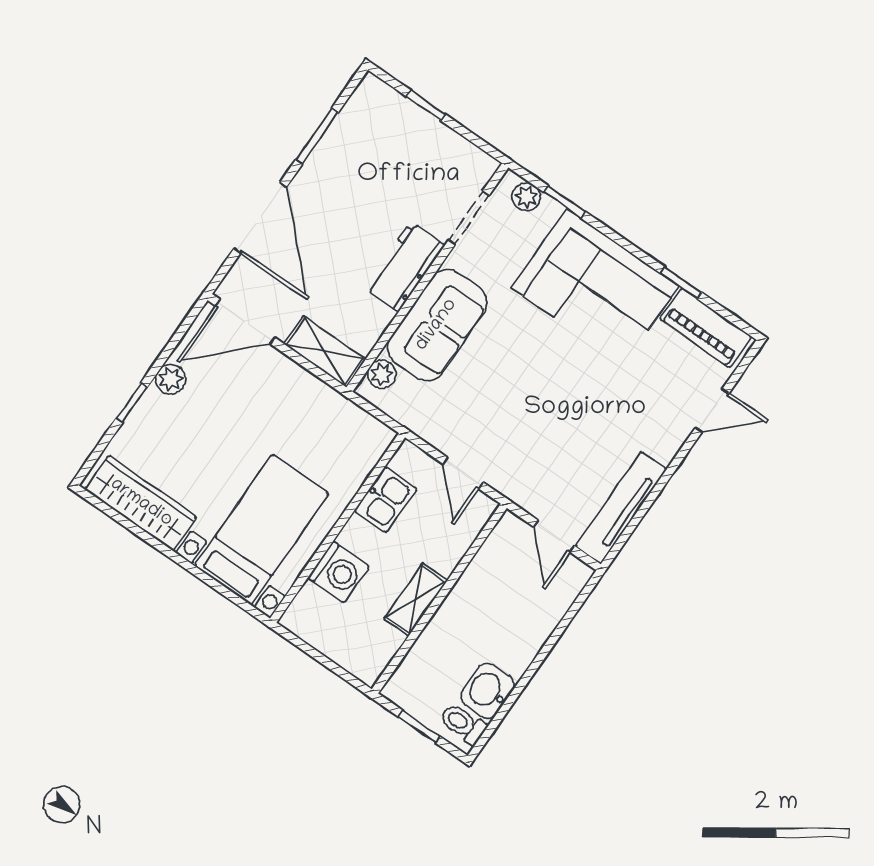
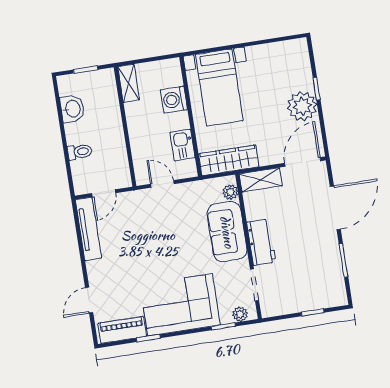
door: (260, 218) -> (335, 208), swing flipped
plant: (171, 379) -> (302, 106), width x1.88, depth x1.88
wardrobe: (141, 503) -> (229, 160), moved, turned 180
door: (554, 536) -> (104, 193), swing flipped
shelving: (416, 599) -> (129, 83), moved
toilet: (463, 724) -> (80, 152), moved

